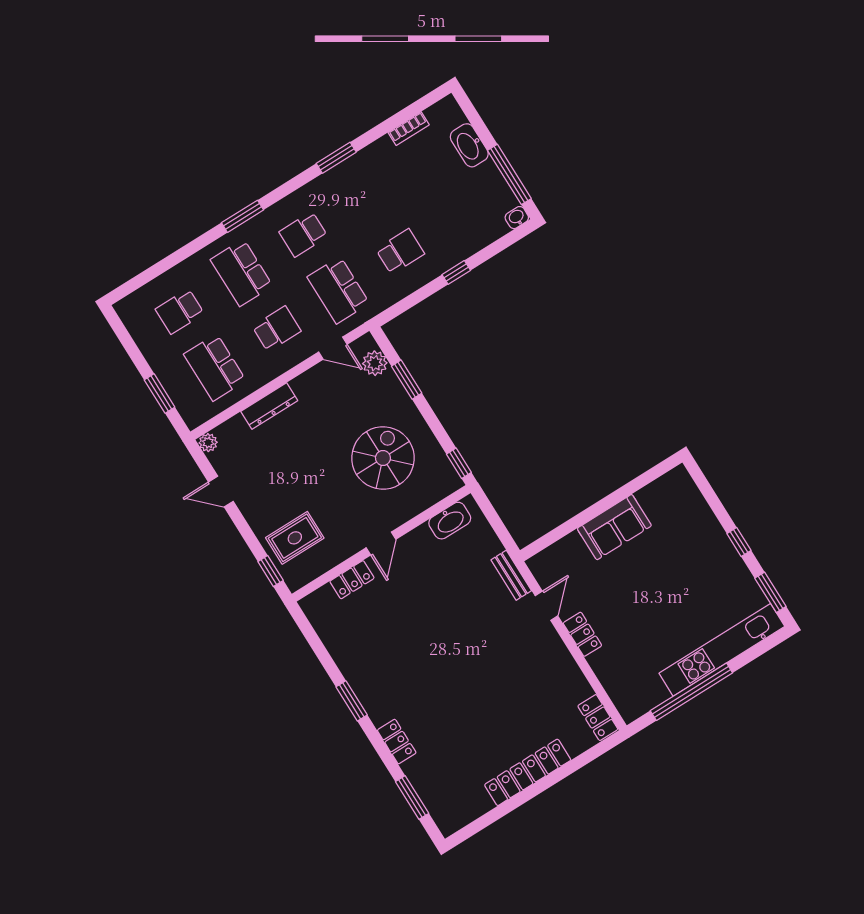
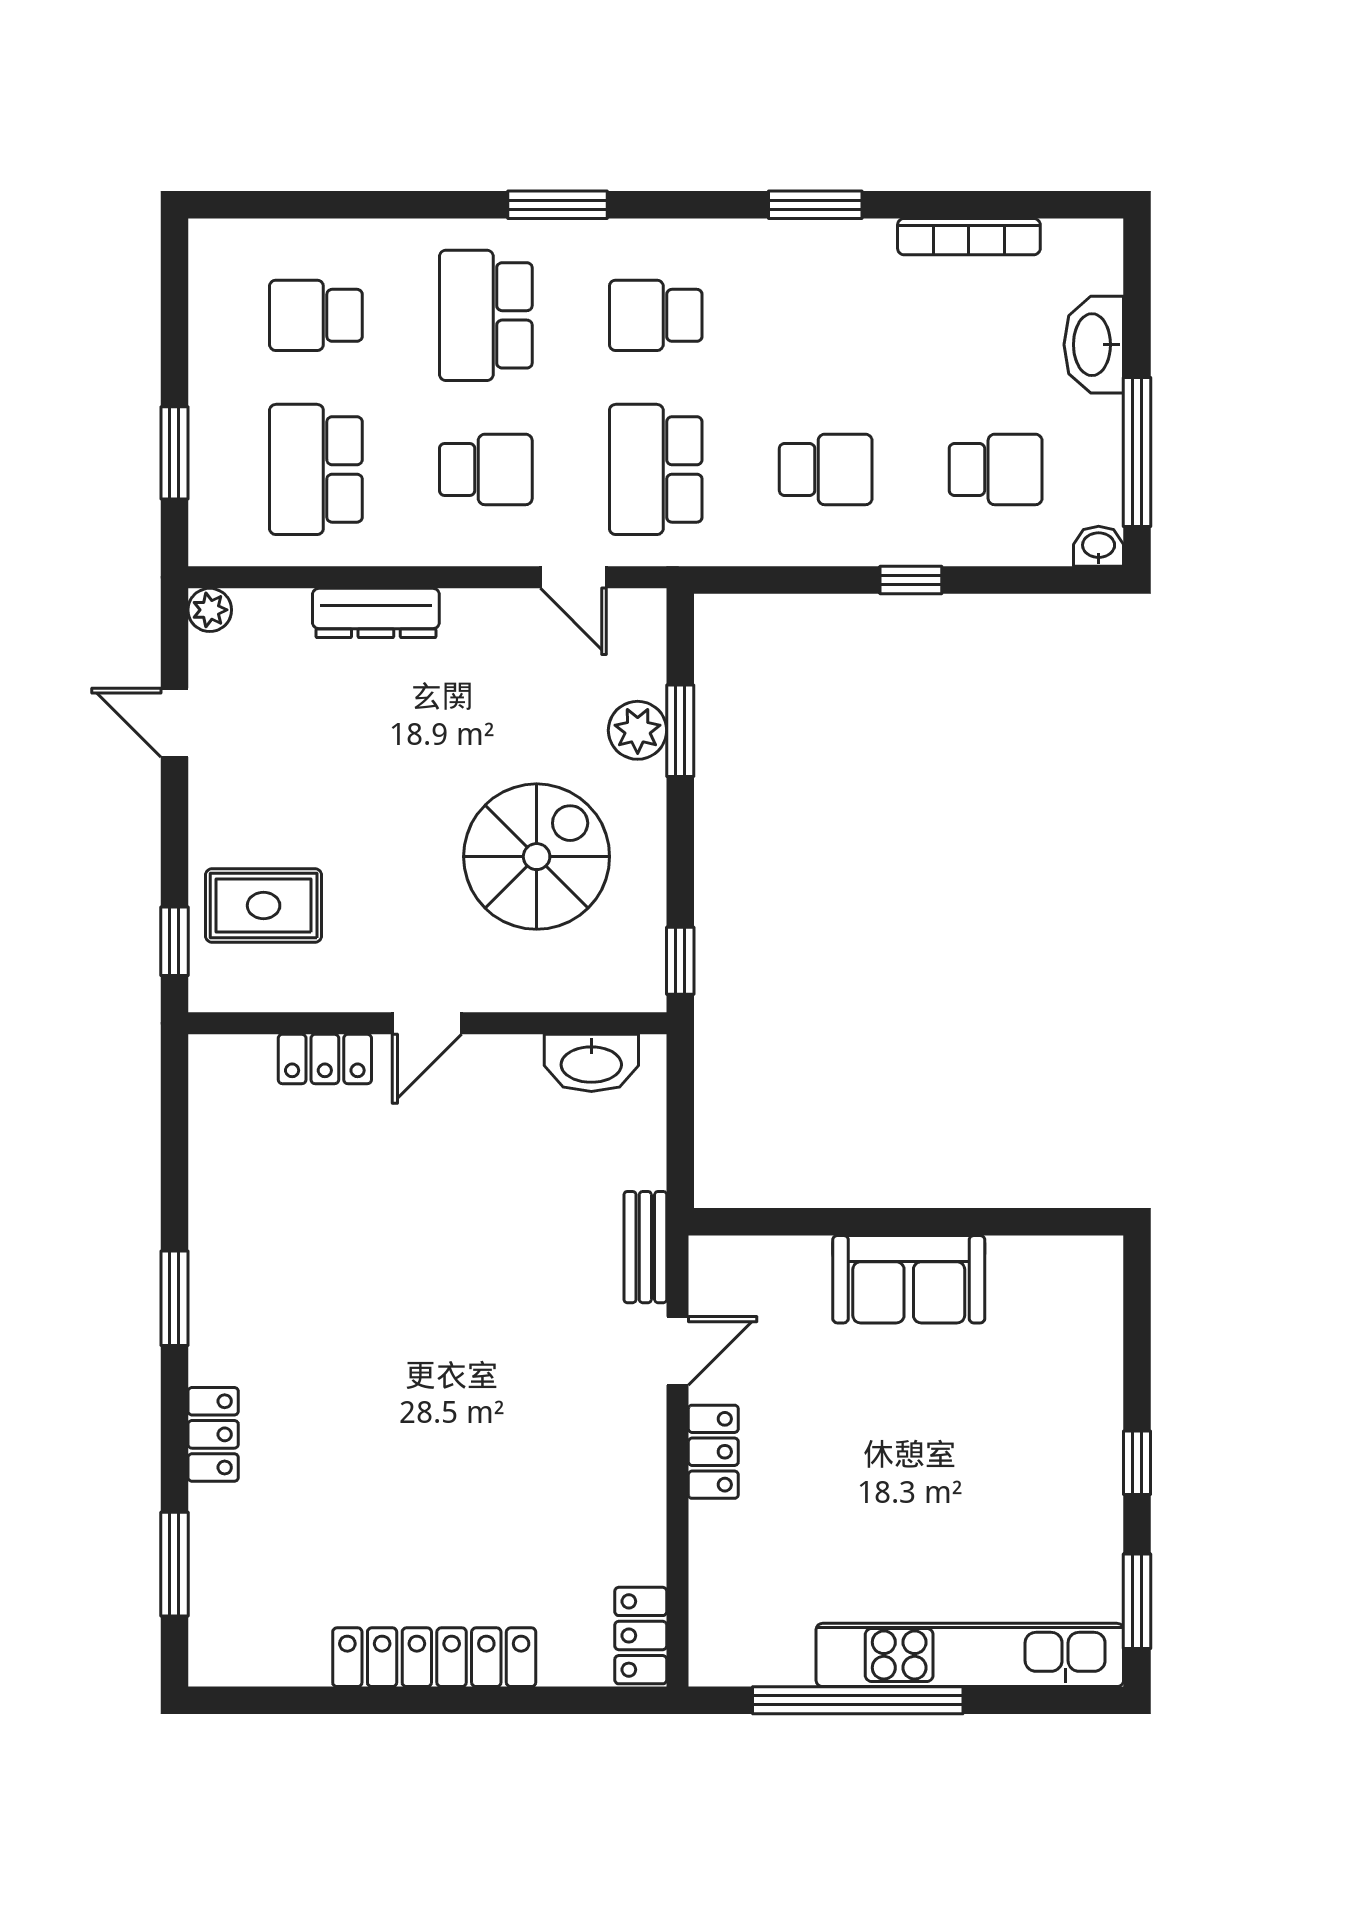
bookcase: (409, 129) -> (969, 237), width x1.56
school desk: (462, 213) -> (996, 469), added
plant: (375, 363) -> (638, 730), moved

